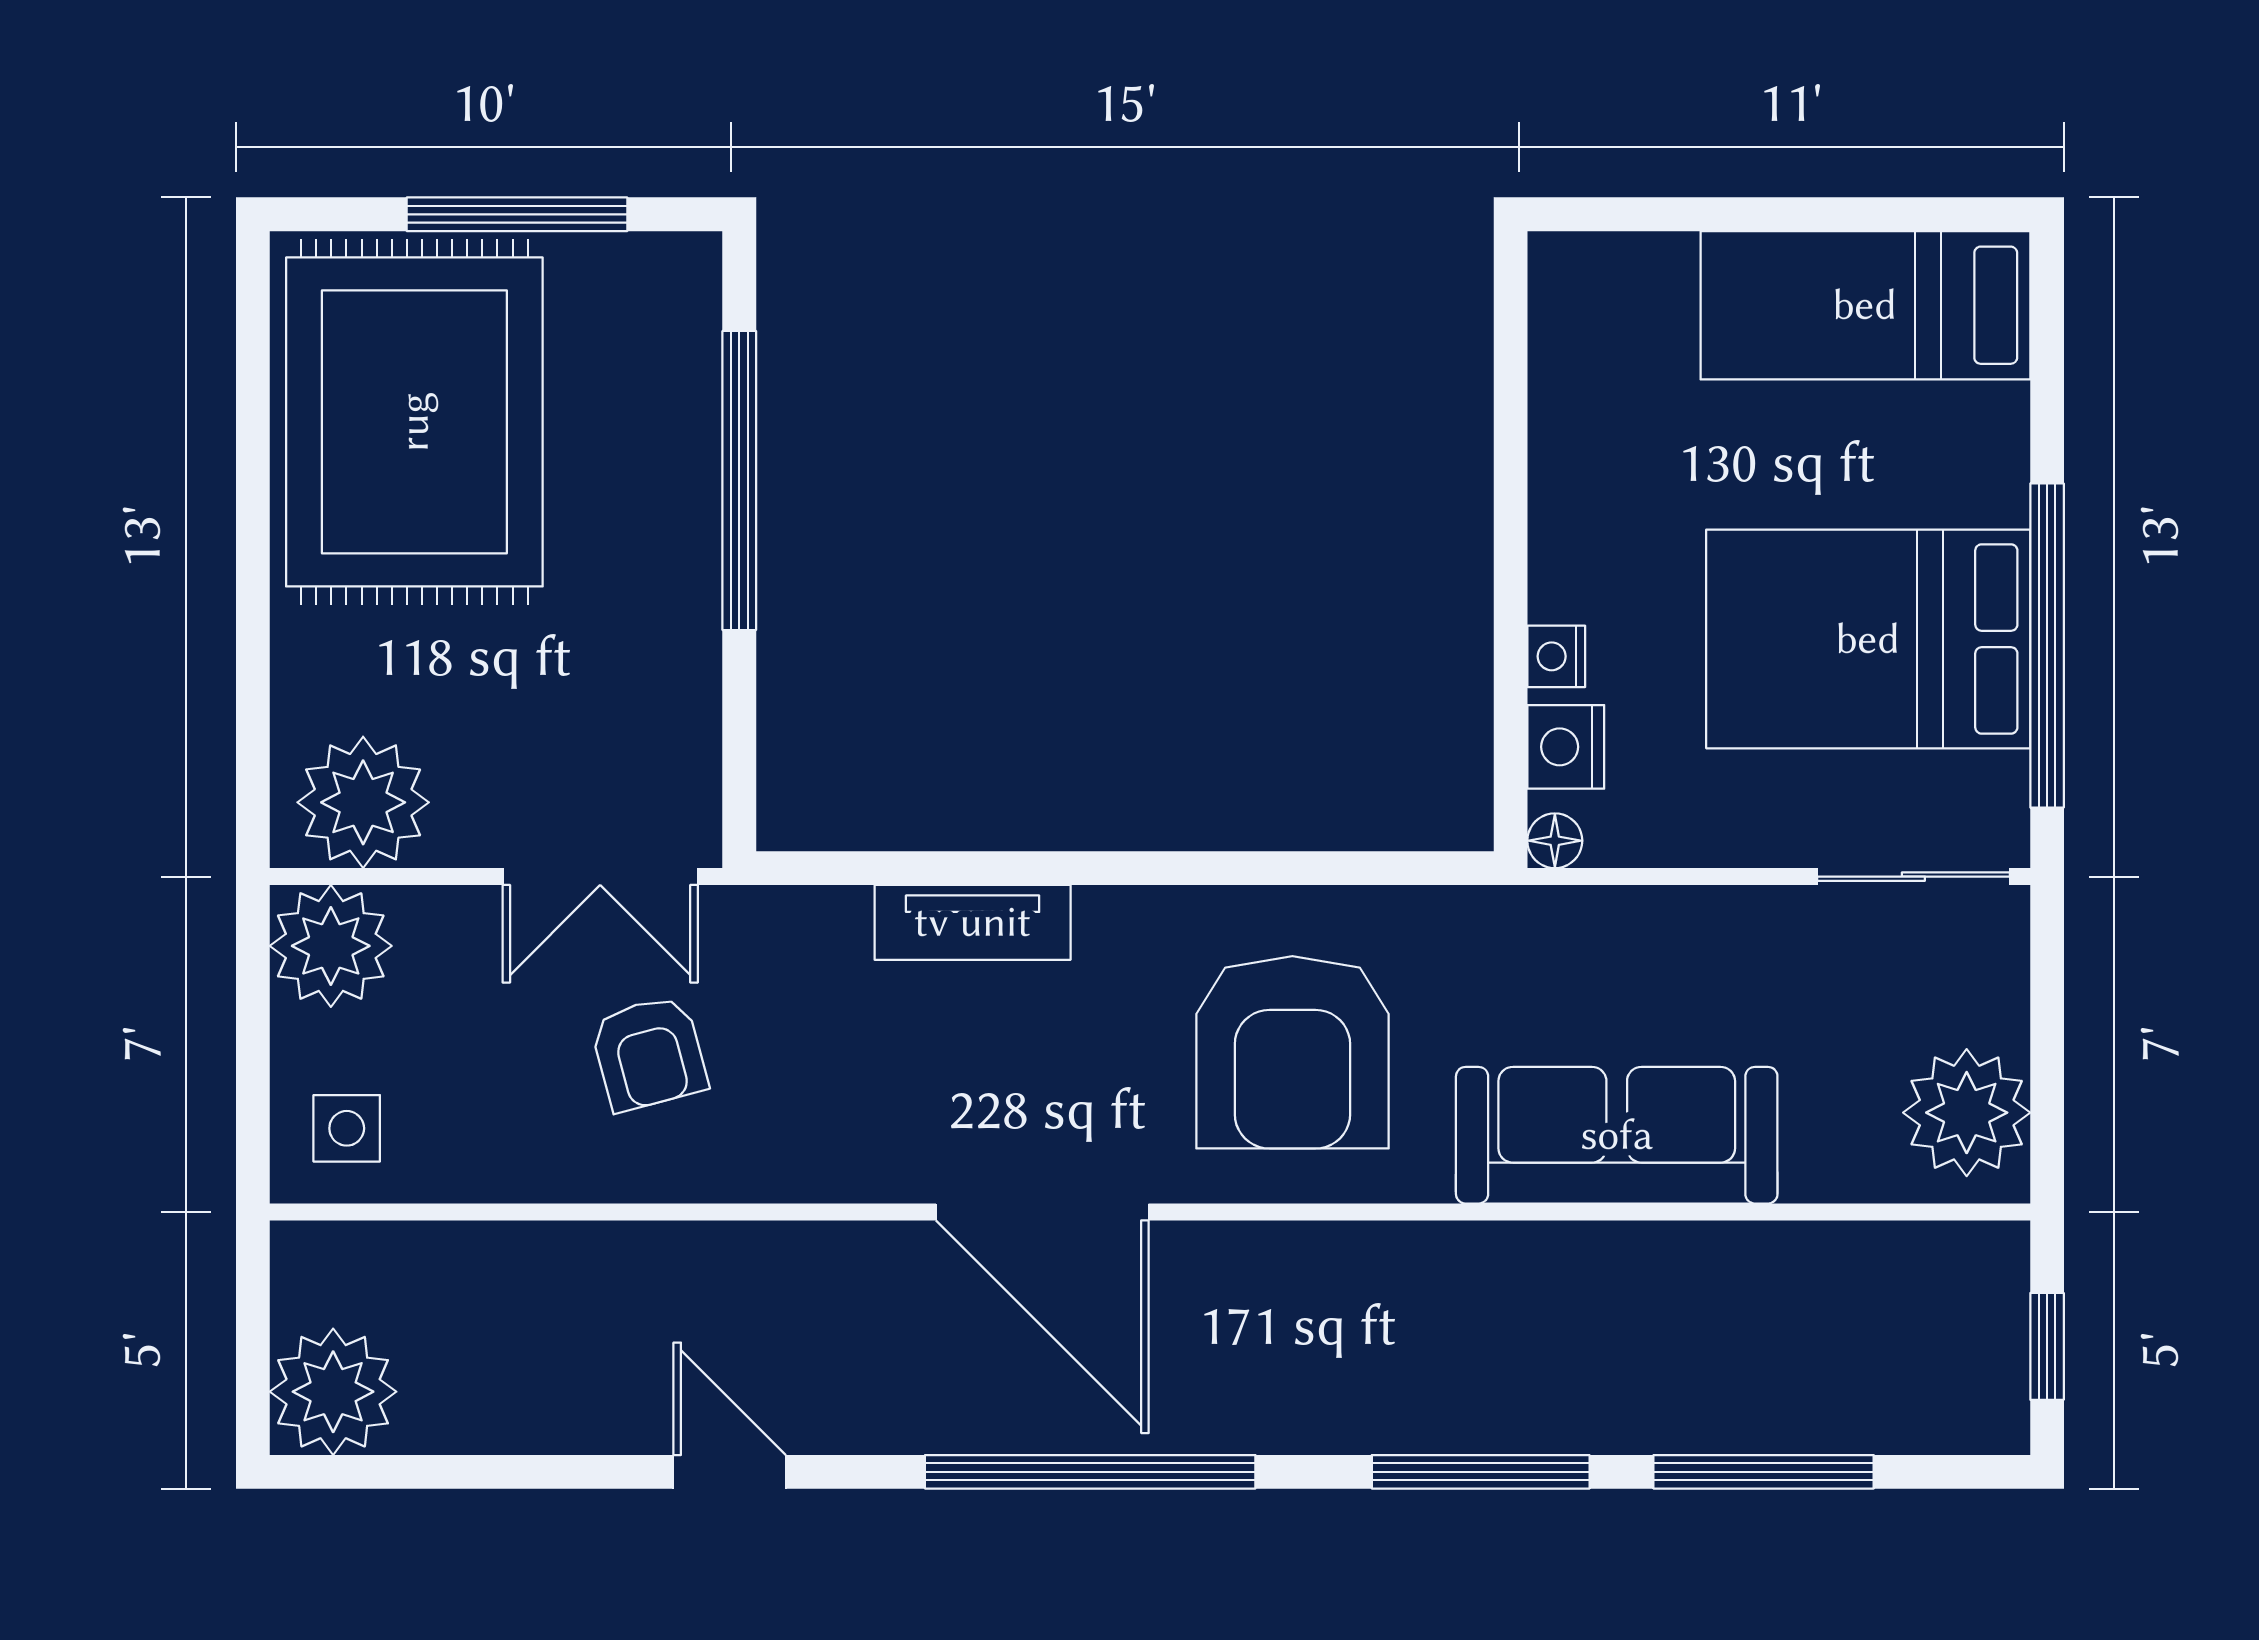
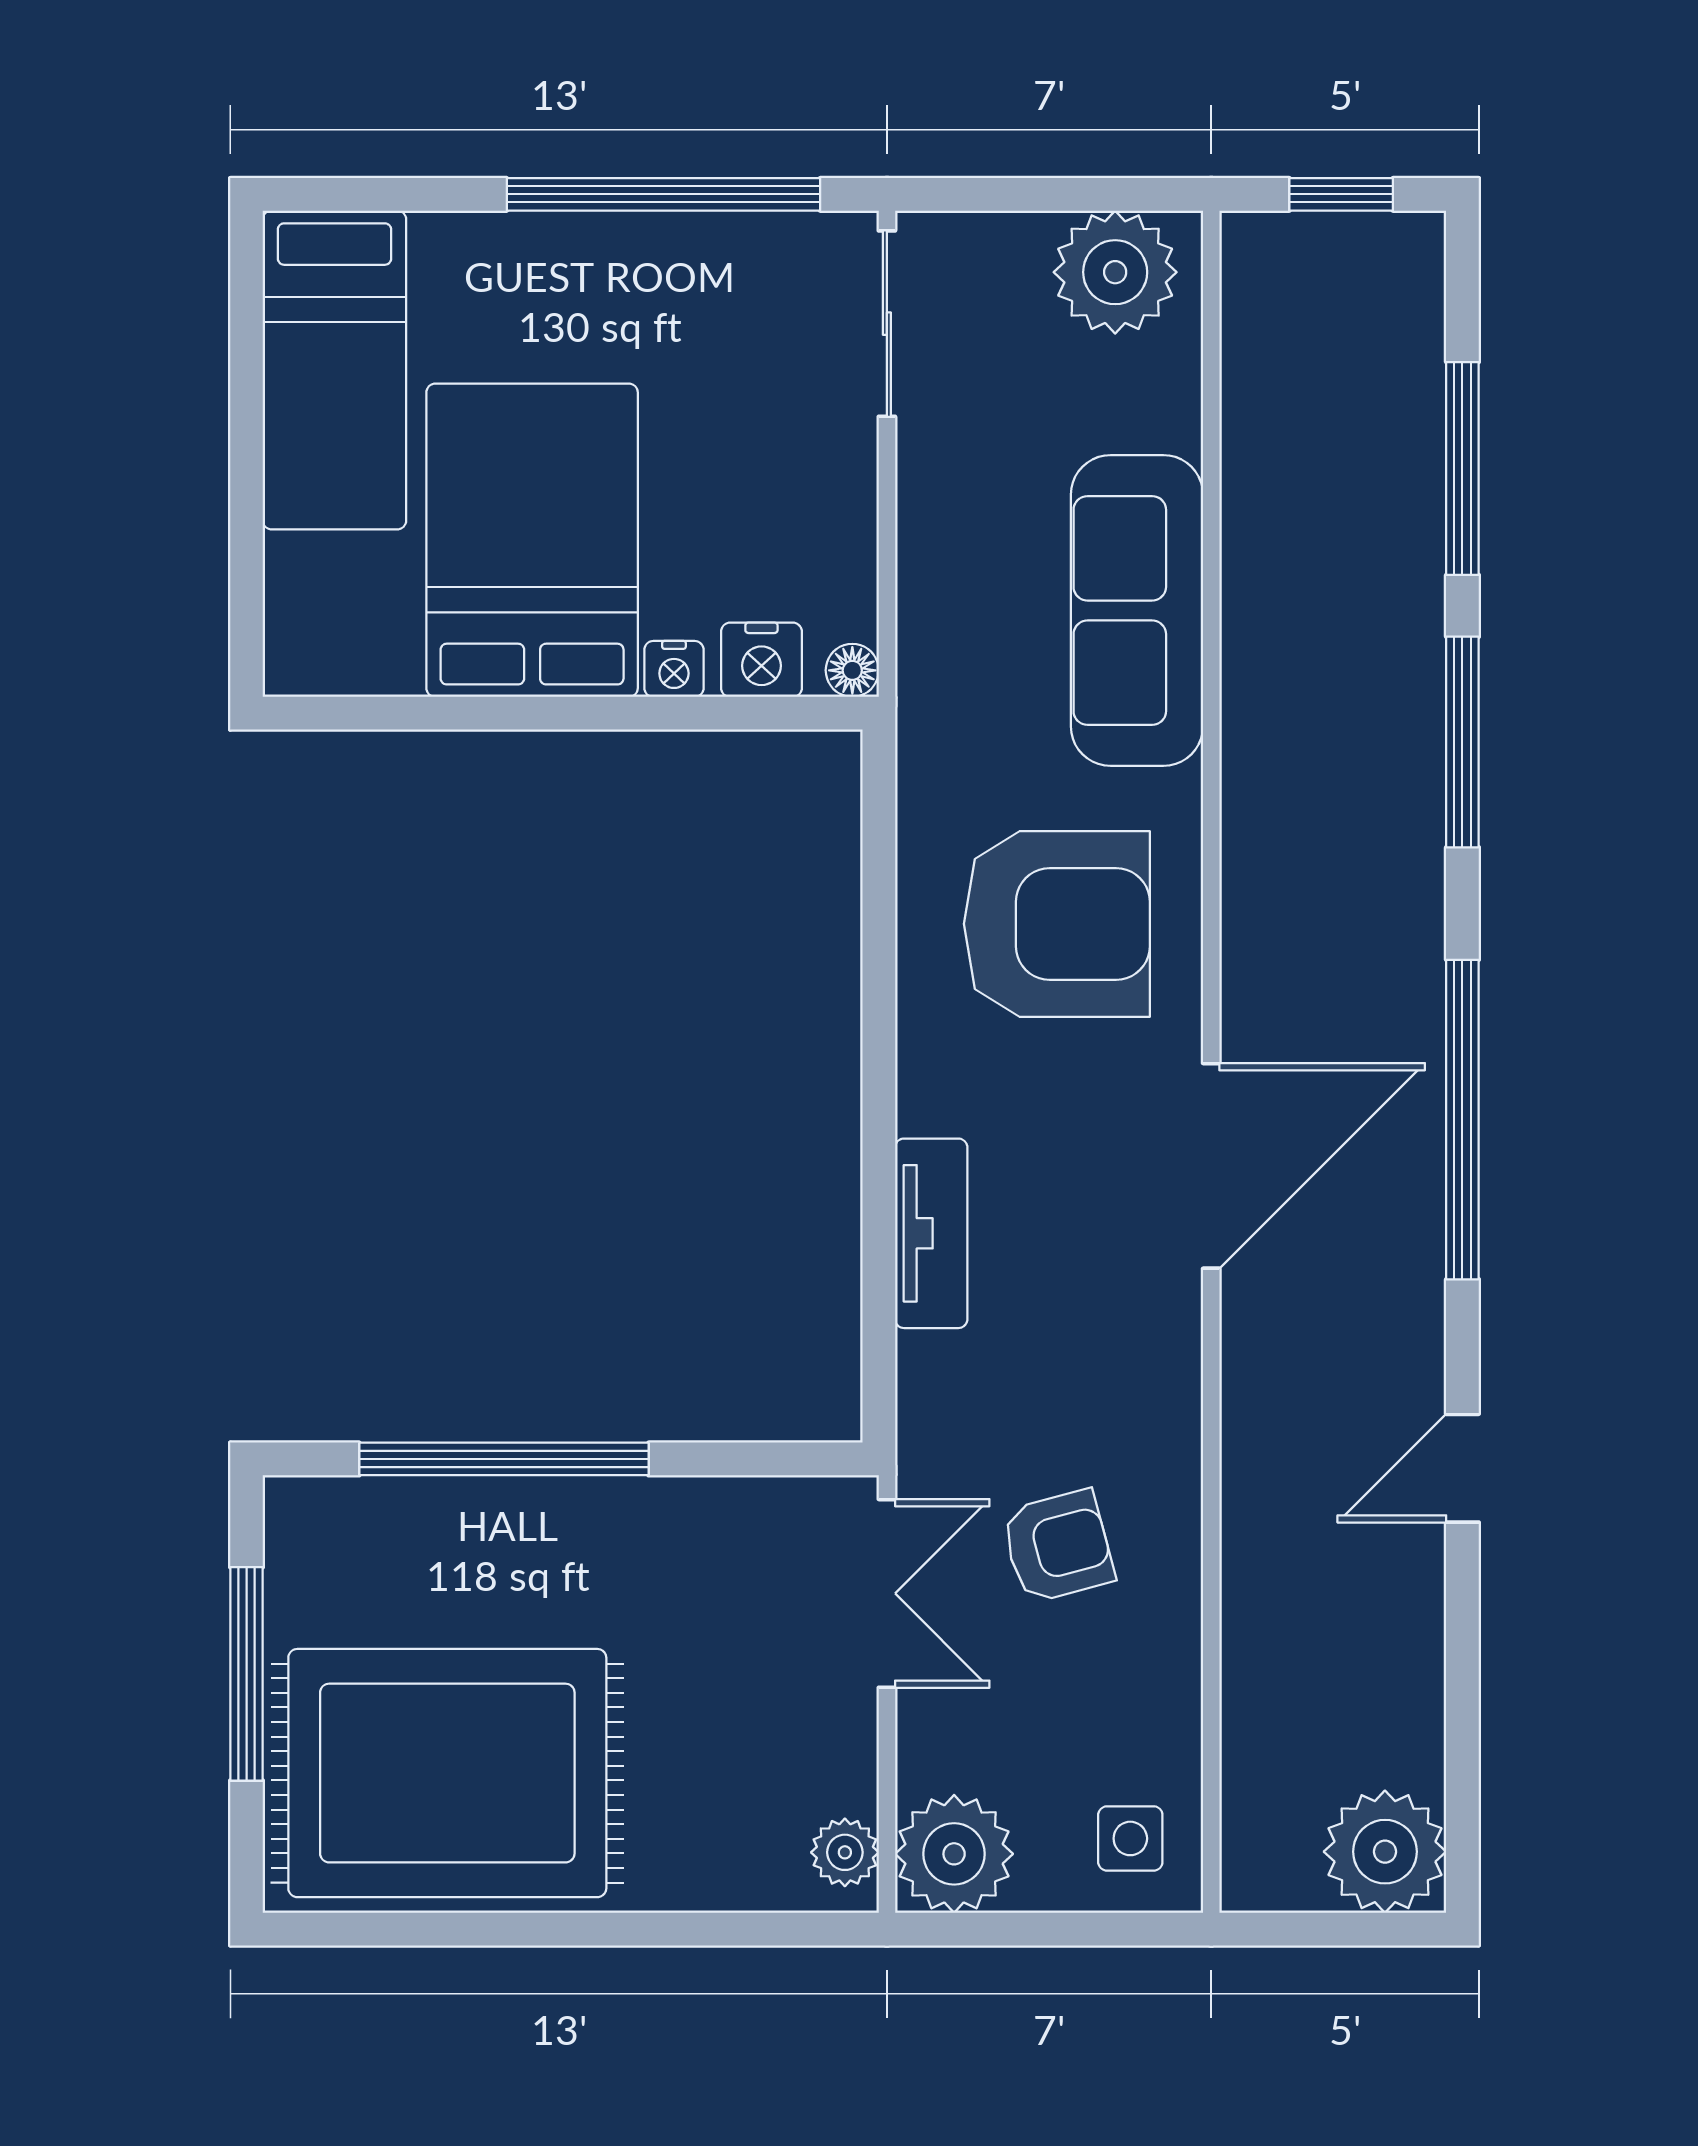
bed: (1868, 639) -> (532, 540), moved, turned 180
plant: (363, 802) -> (845, 1852), width x0.53, depth x0.53

